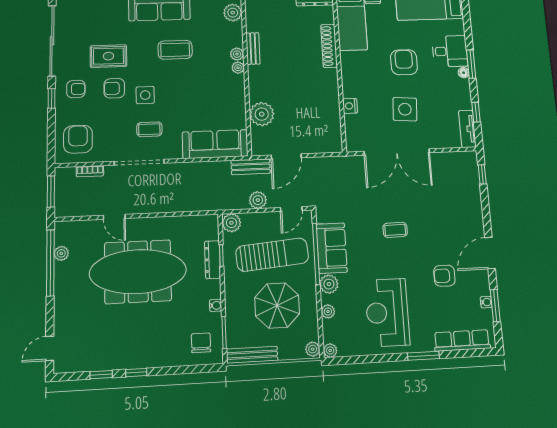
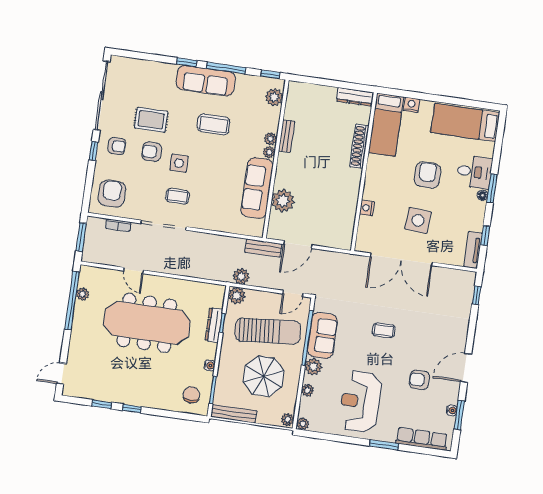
sofa: (215, 144) -> (257, 188), moved, turned -90
plant: (258, 200) -> (241, 276), moved

